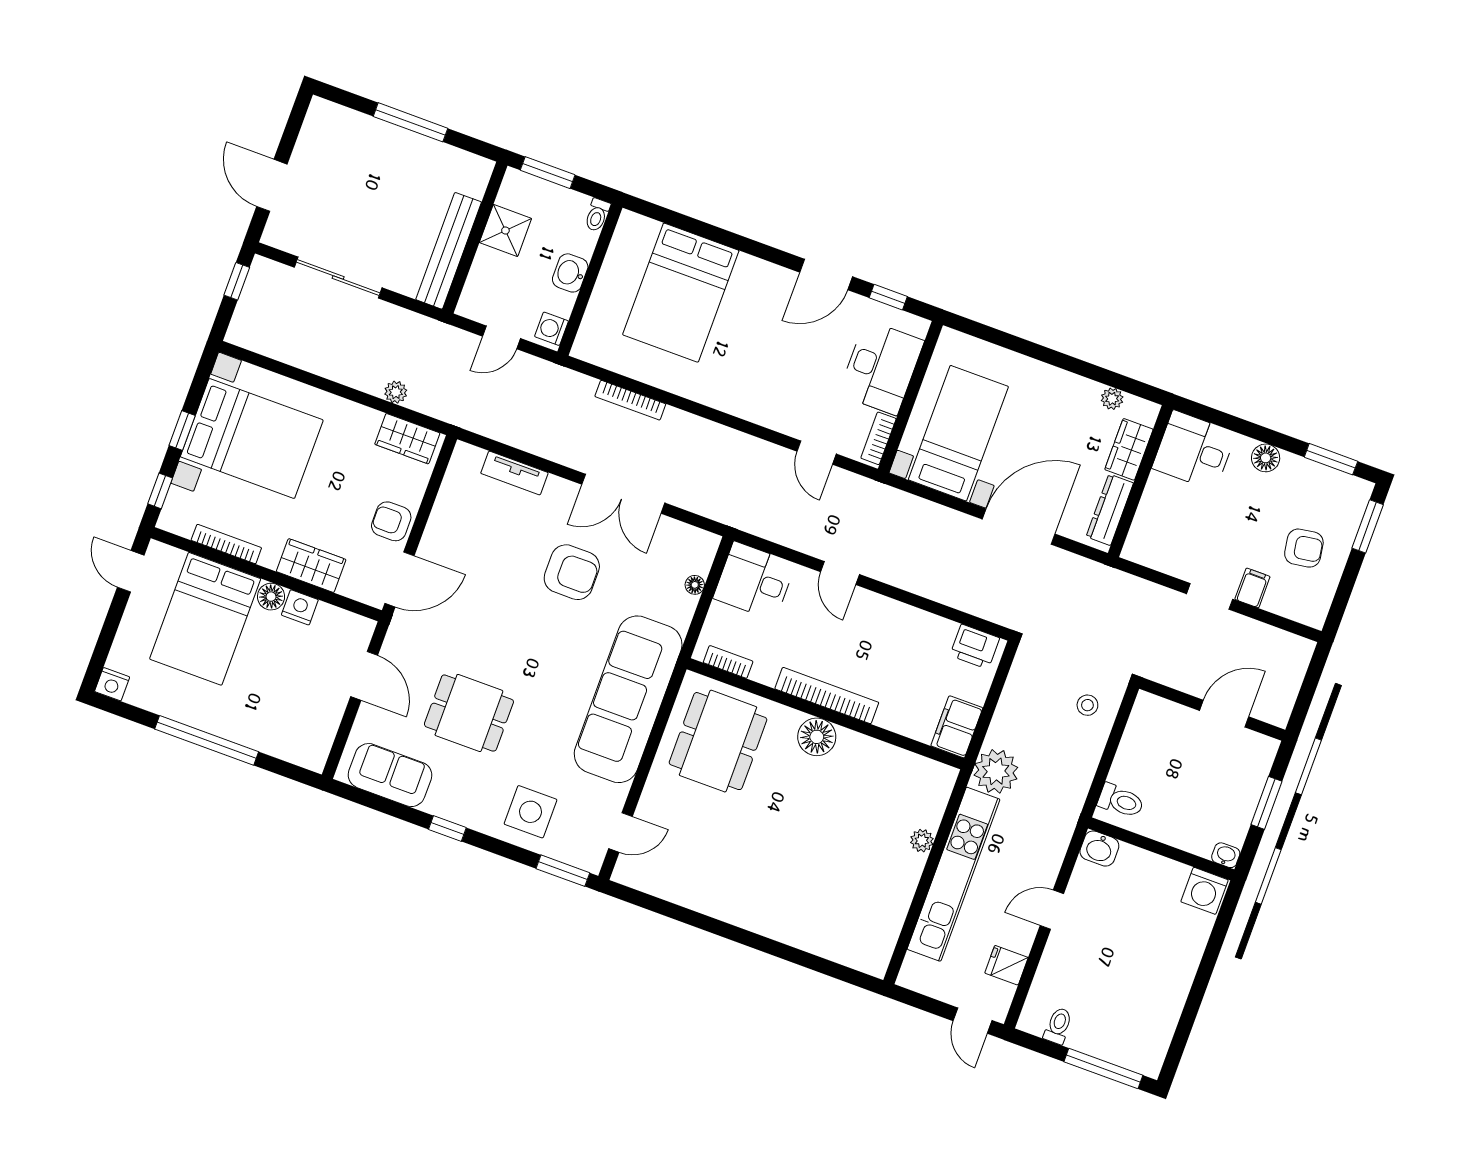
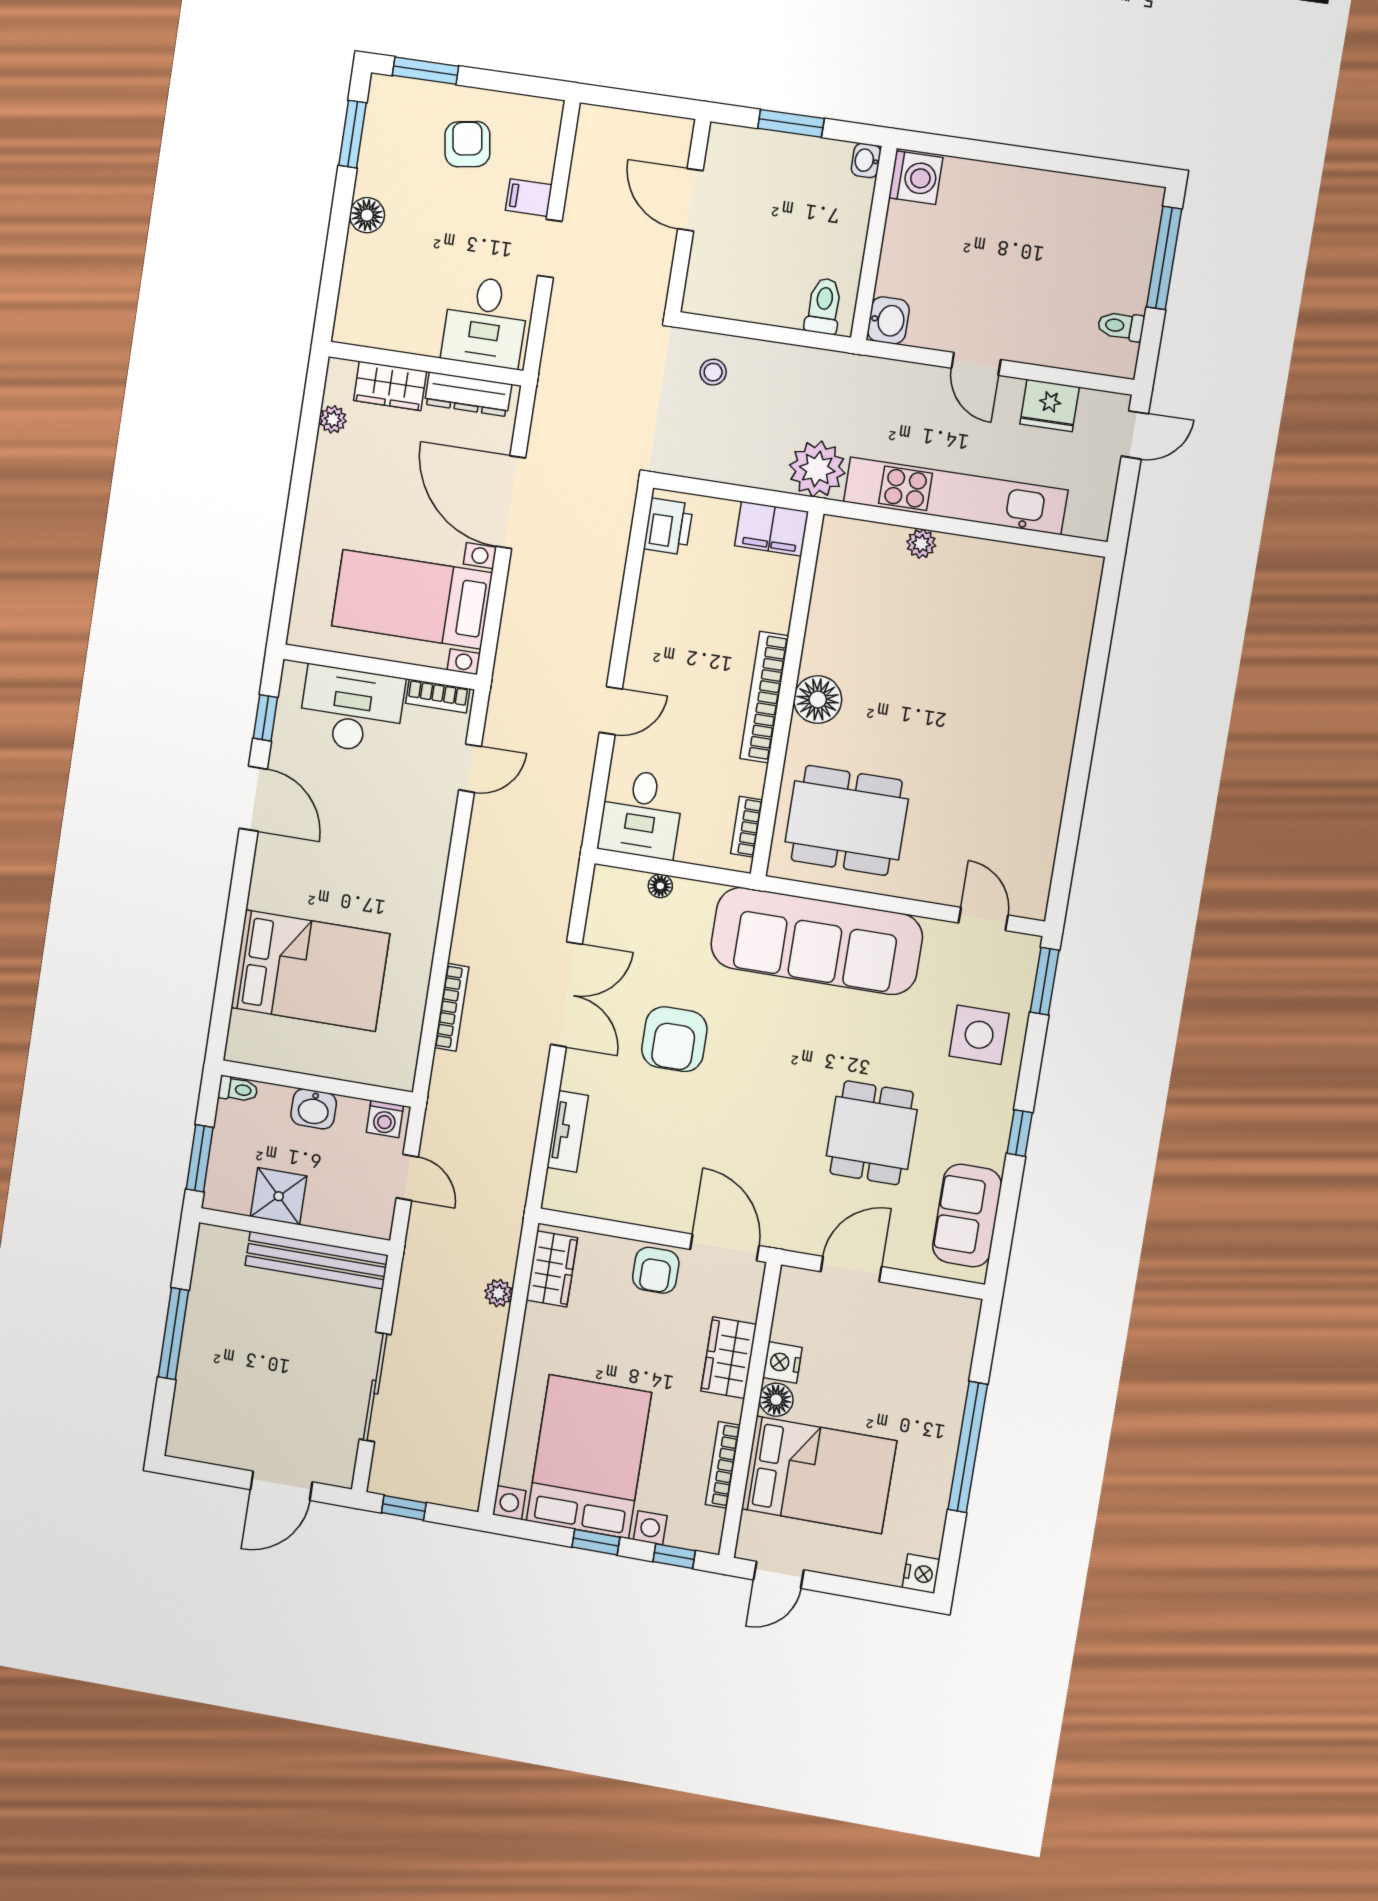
desk: (1194, 451) -> (485, 322), moved
armchair: (572, 572) -> (674, 1039), turned 180
fridge: (1006, 965) -> (1050, 405), width x1.38

